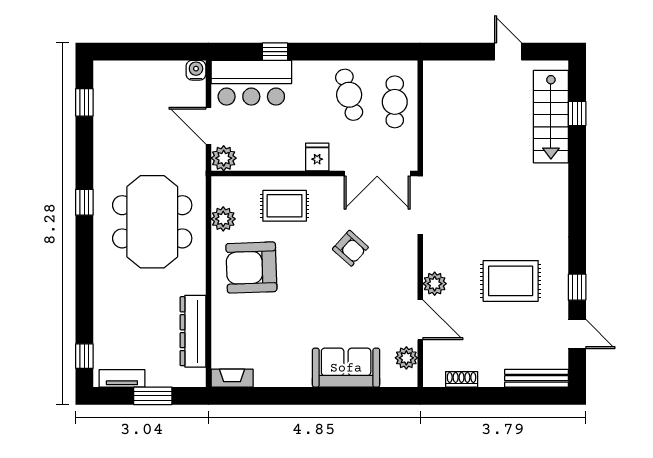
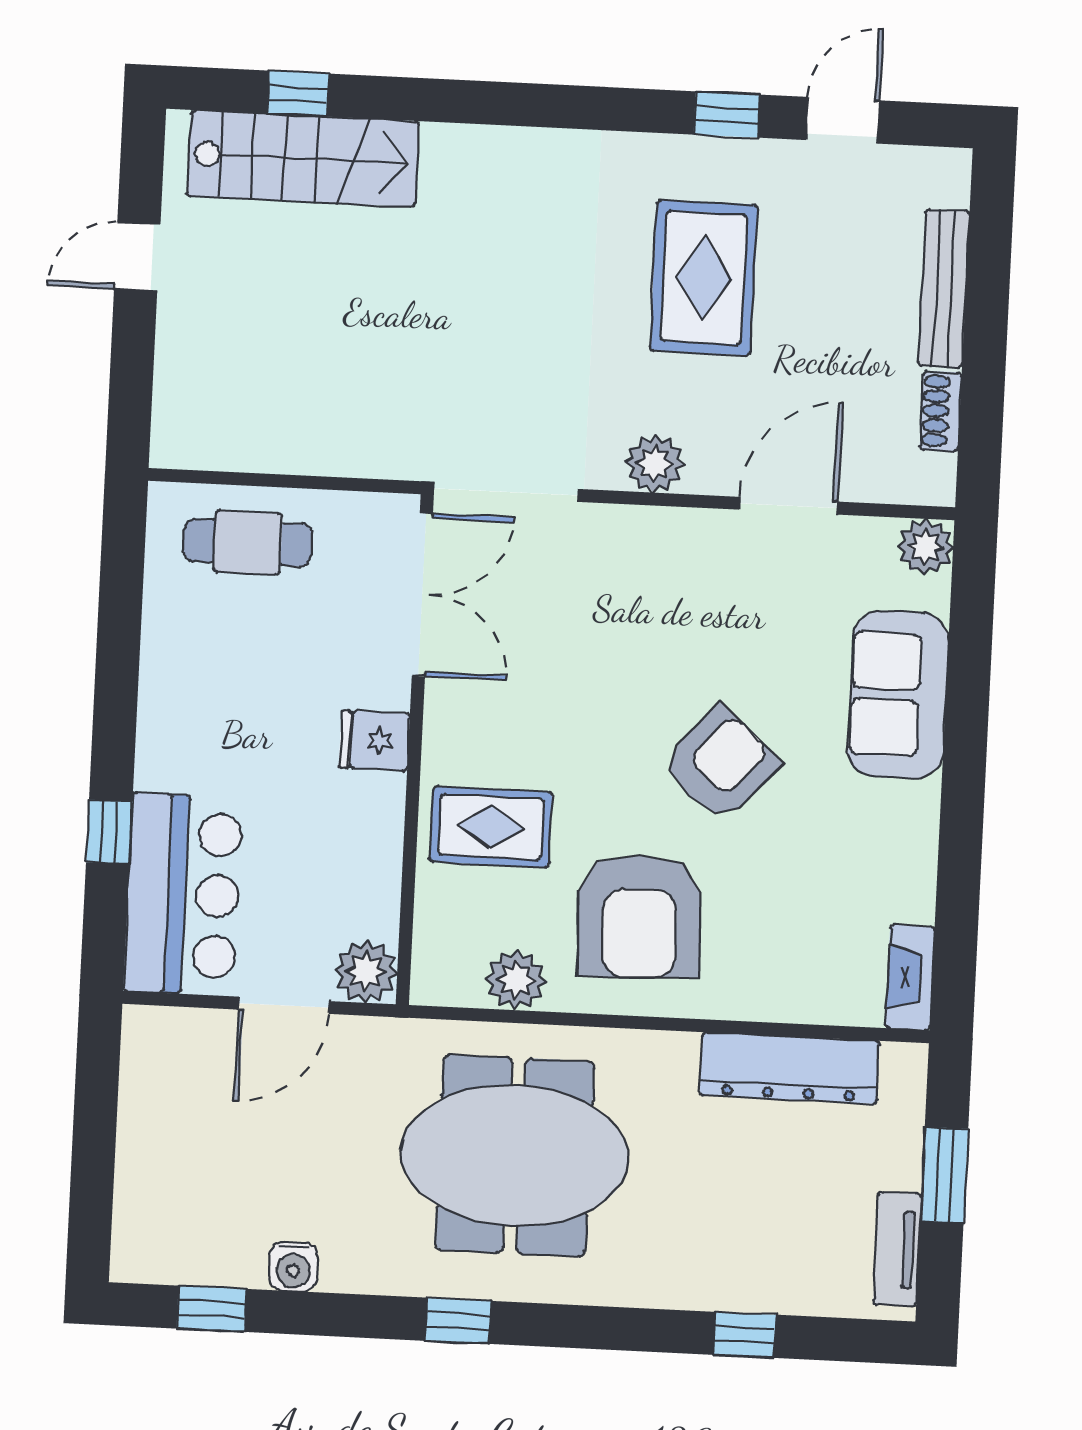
water cooler: (196, 70) -> (293, 1267), moved, turned -90
cafe table: (349, 95) -> (225, 654), removed
rug: (285, 206) -> (491, 827), turned 90
armchair: (350, 248) -> (720, 764), moved, width x1.38, depth x1.38
plant: (435, 284) -> (654, 463), moved
window: (84, 356) -> (744, 1335), moved
plant: (406, 358) -> (925, 547), moved
bench: (537, 378) -> (944, 288), moved

